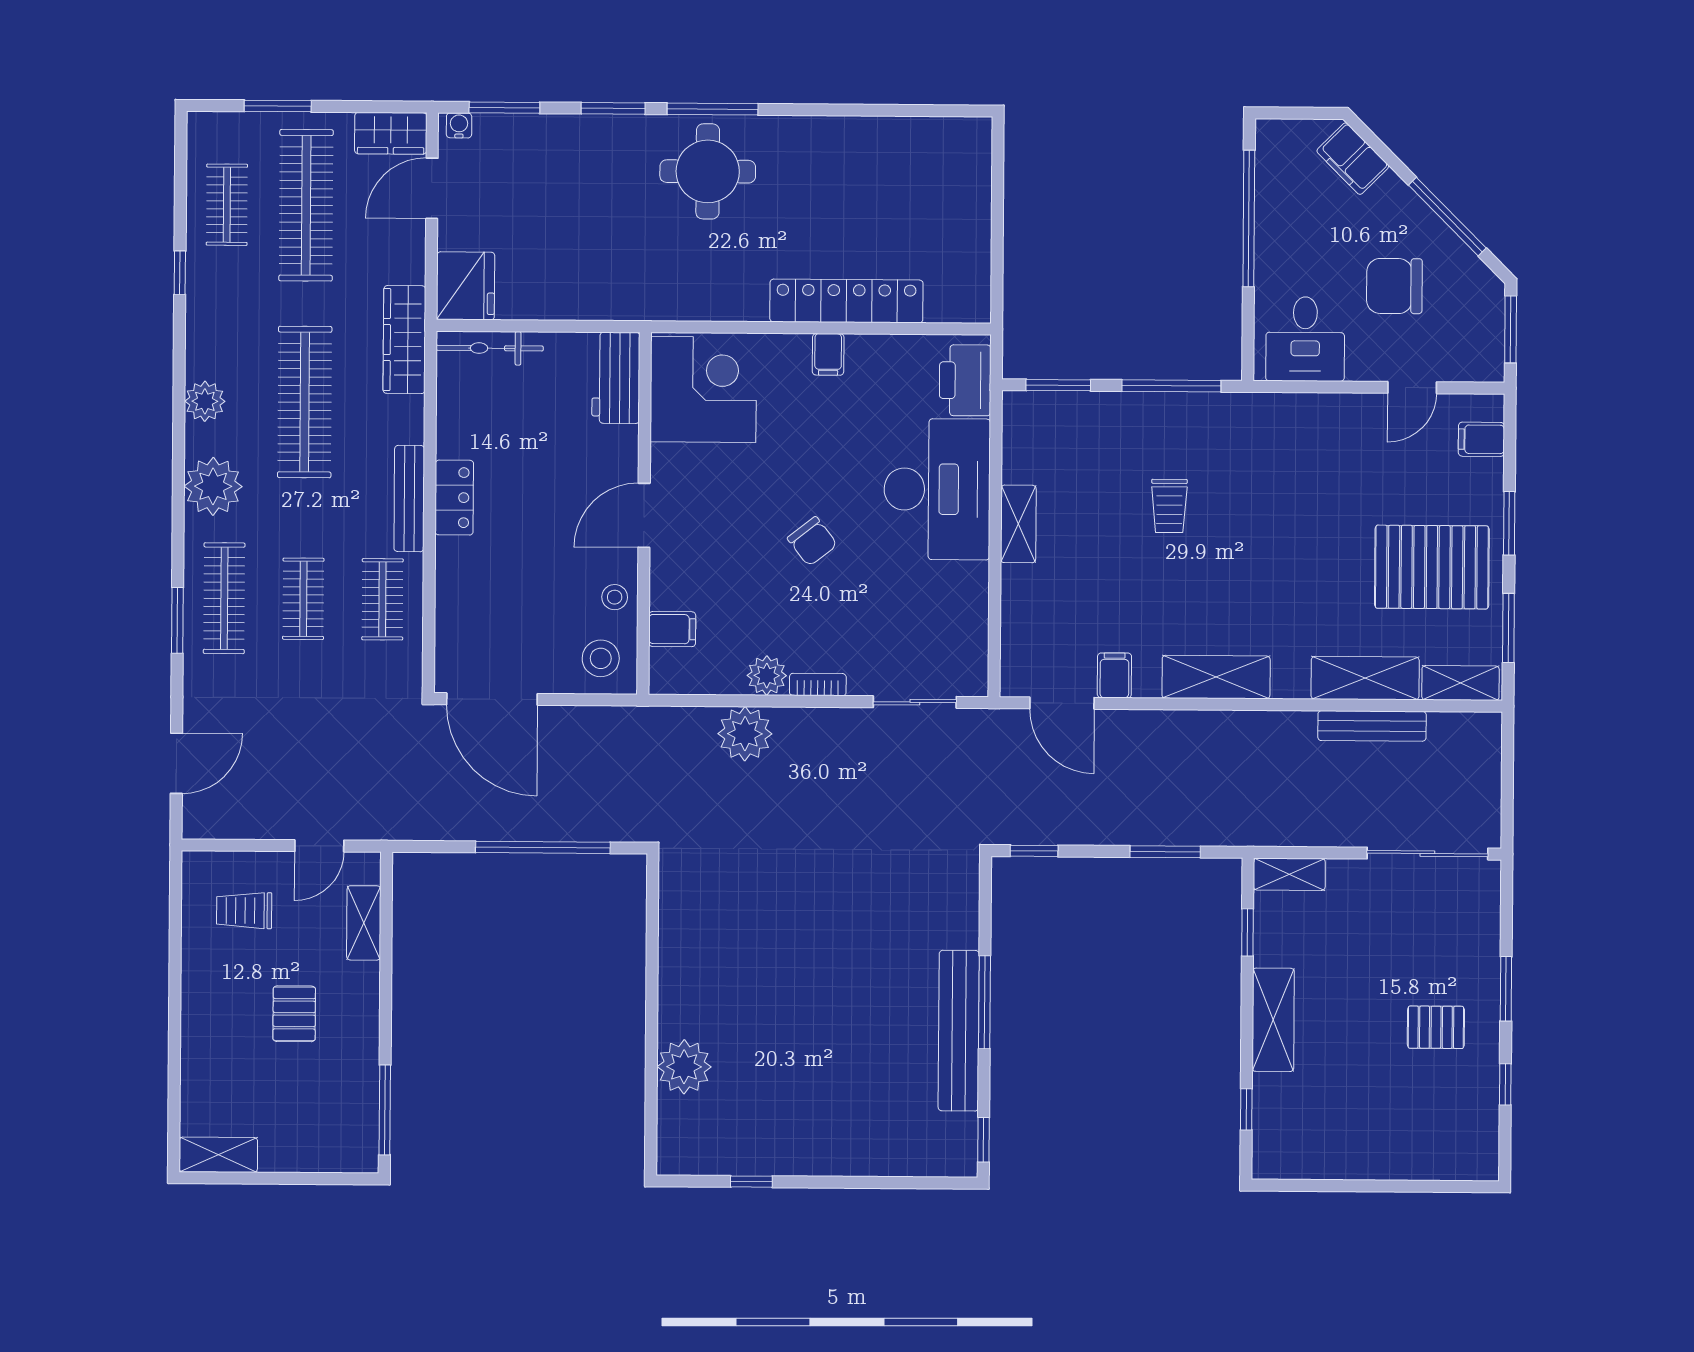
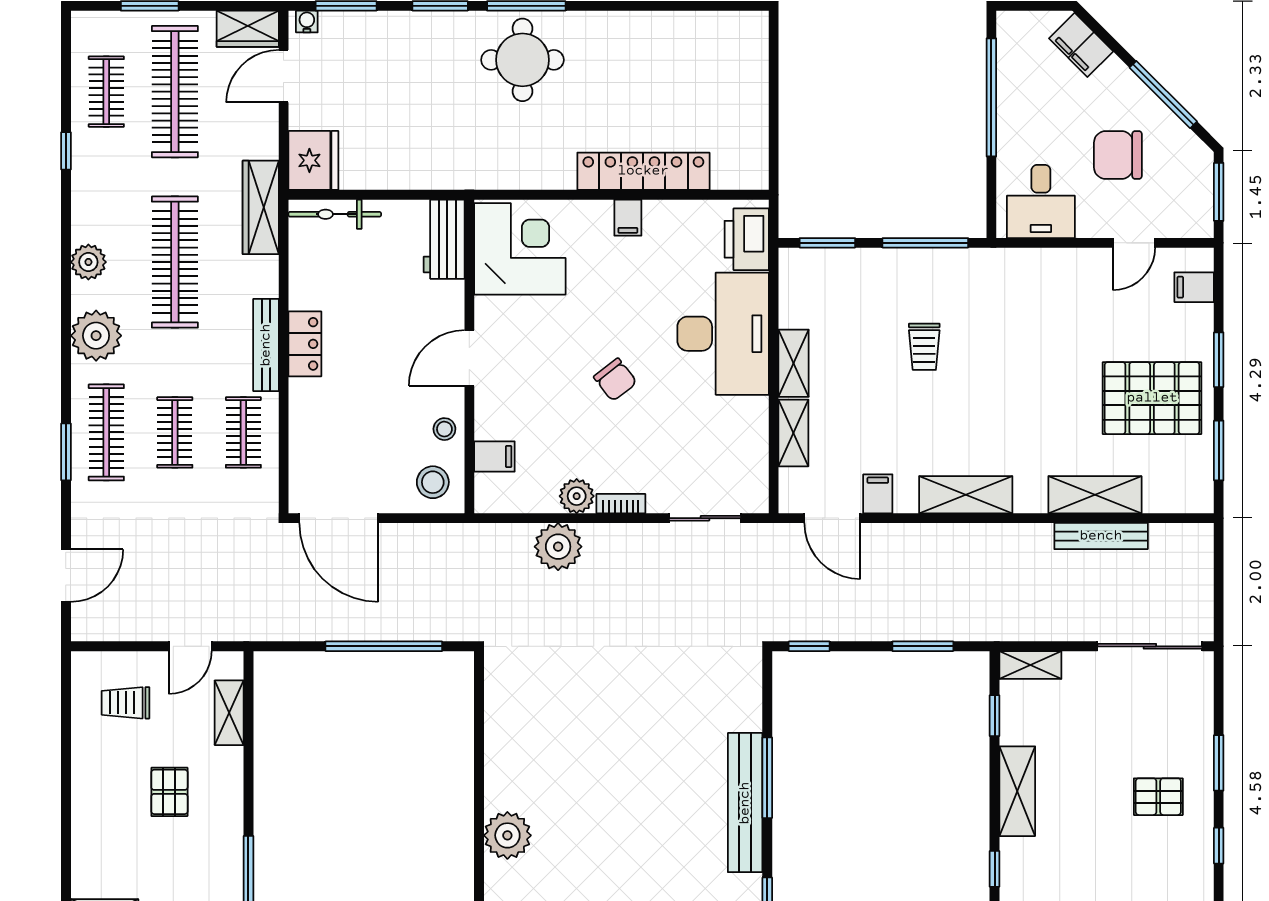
shelving: (1461, 683) -> (793, 433), moved, turned 90

